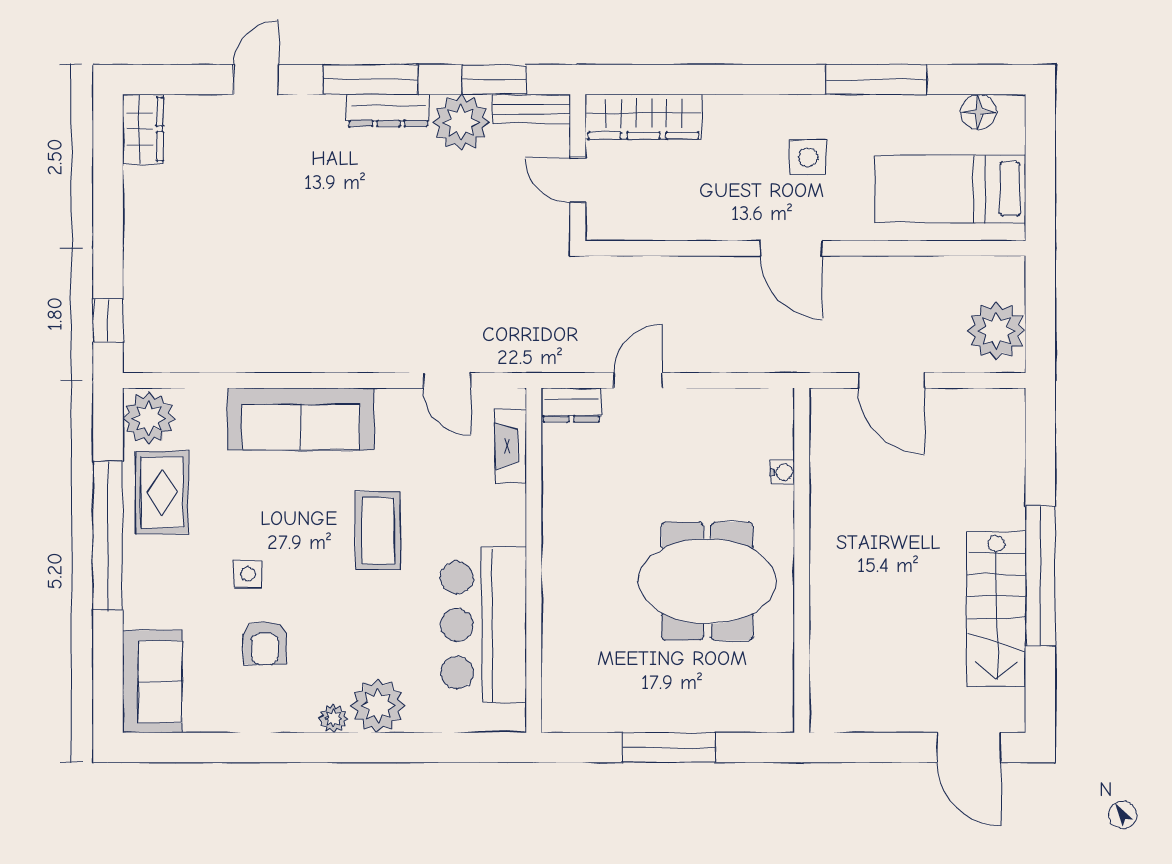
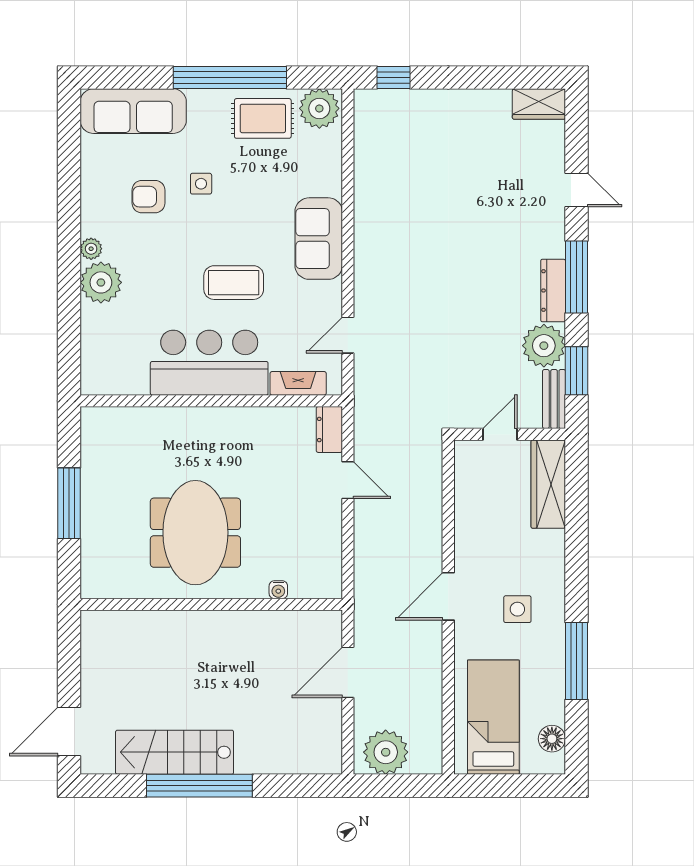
sofa: (301, 419) -> (319, 239), width x0.73
bar counter: (483, 625) -> (209, 363), moved
sofa: (152, 682) -> (133, 111), width x1.36

